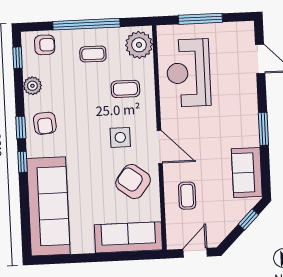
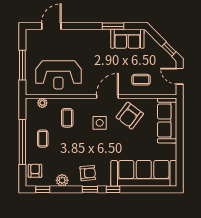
plant: (139, 45) -> (42, 103), width x0.53, depth x0.53
window: (263, 129) -> (113, 26), moved
window: (248, 219) -> (169, 49), moved

